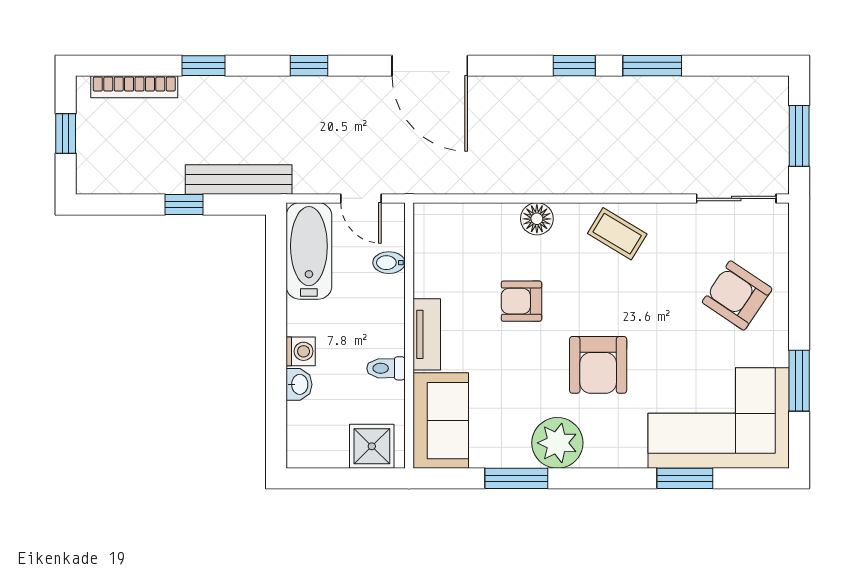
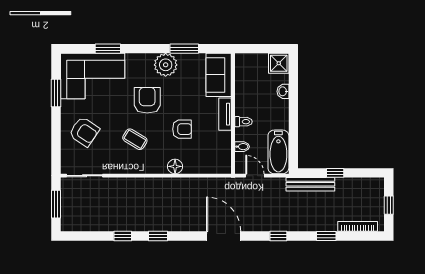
window: (652, 66) -> (123, 236), width x0.67
coffee table: (617, 234) -> (135, 139), moved
washing machine: (301, 351) -> (282, 106), removed
toilet: (386, 368) -> (243, 122), moved
shower: (372, 446) -> (279, 63), moved

